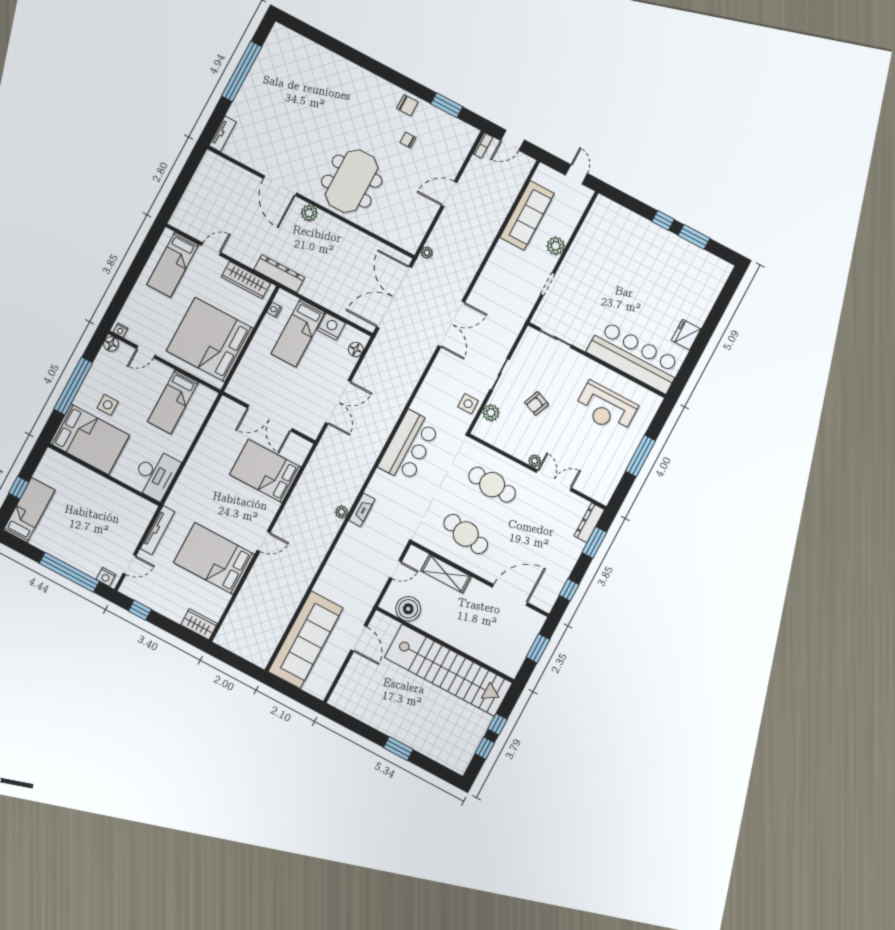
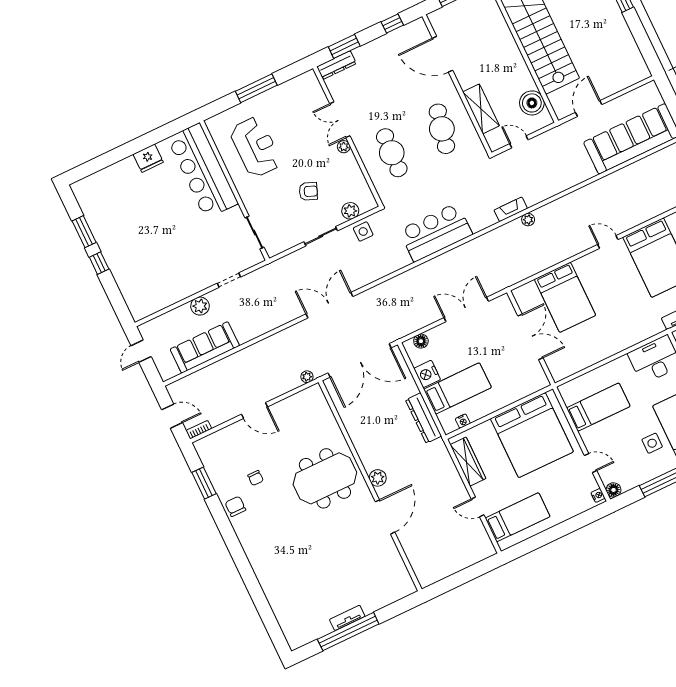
tv unit: (223, 134) -> (347, 618), moved
dresser: (279, 273) -> (423, 418), moved

